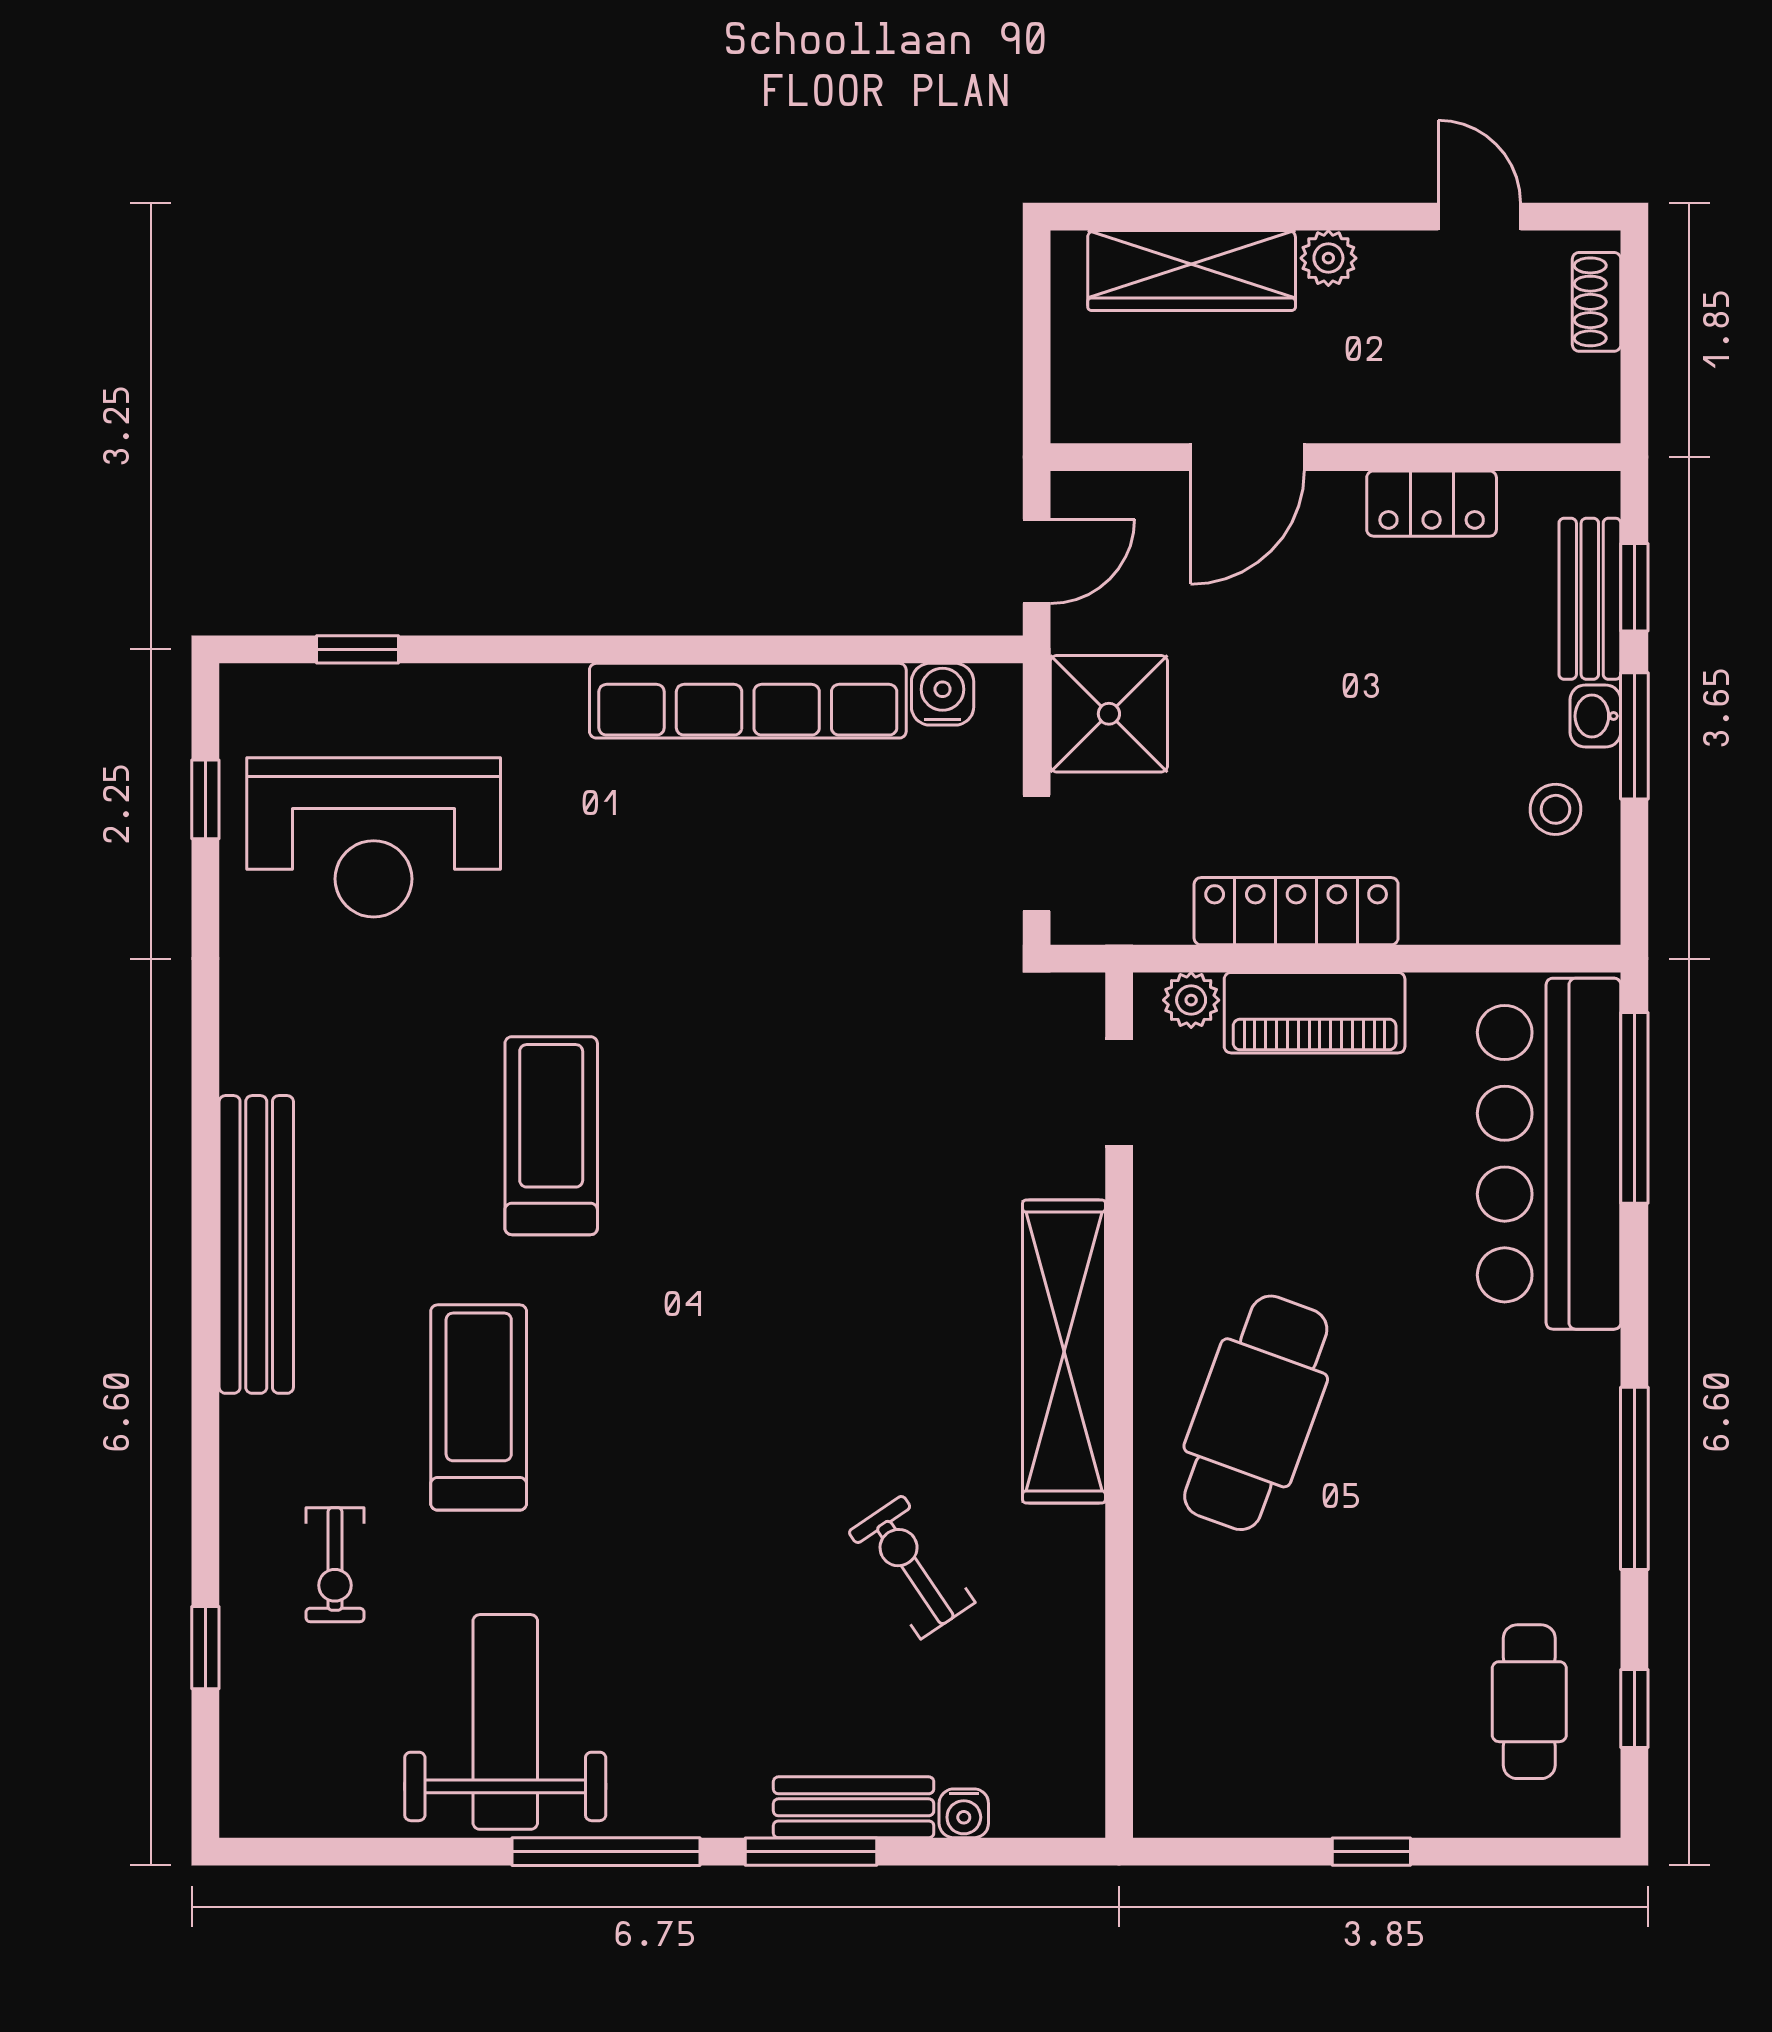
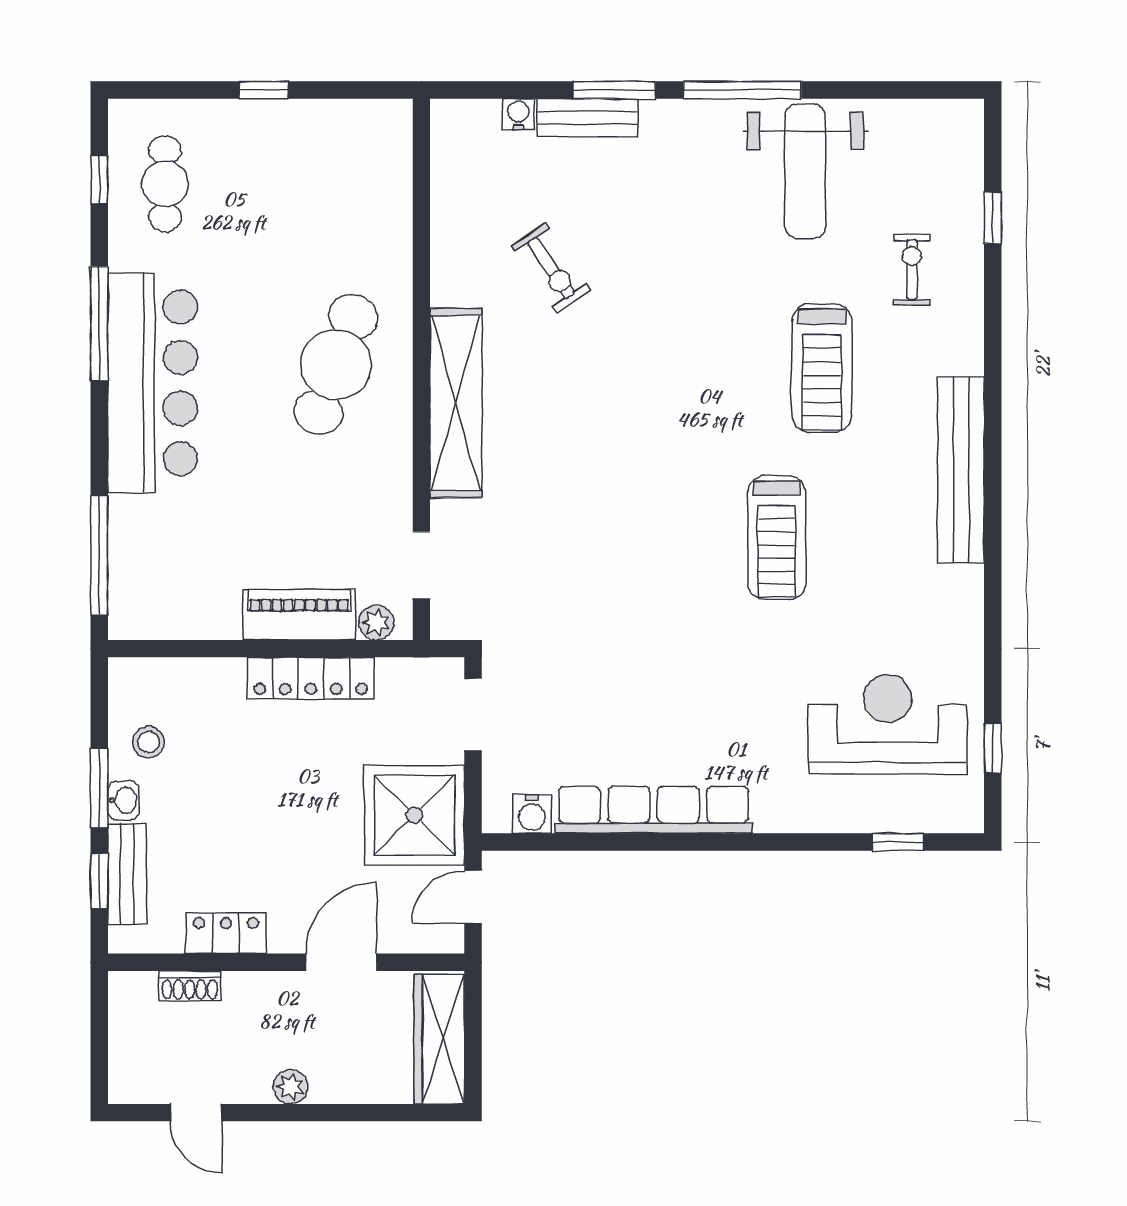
wardrobe: (1192, 271) -> (439, 1039), moved, turned -90
shoe rack: (1597, 302) -> (190, 986), moved, turned 90
shower: (1109, 714) -> (414, 815), width x1.37, depth x1.37
bar counter: (1549, 1154) -> (153, 383), moved

